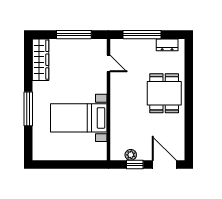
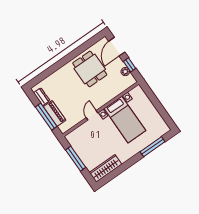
piano: (139, 46) -> (55, 113), added
door: (109, 63) -> (92, 115), moved
dining table: (164, 93) -> (90, 69), moved, turned 90
window: (28, 109) -> (153, 147), moved

